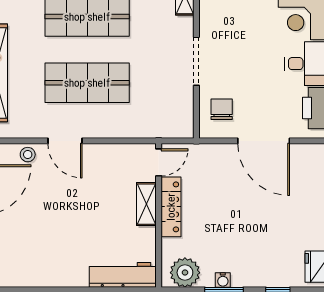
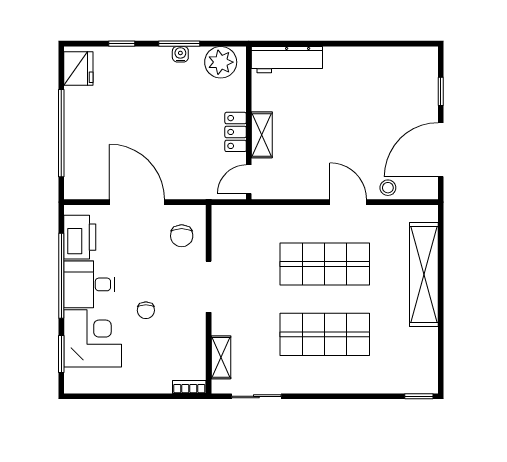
chair: (255, 39) -> (146, 310), added
locker: (171, 207) -> (236, 132), width x0.66

